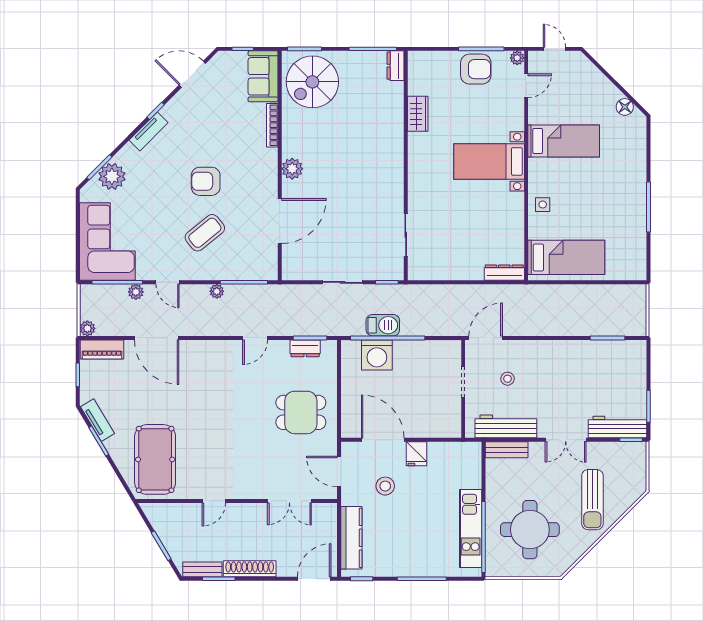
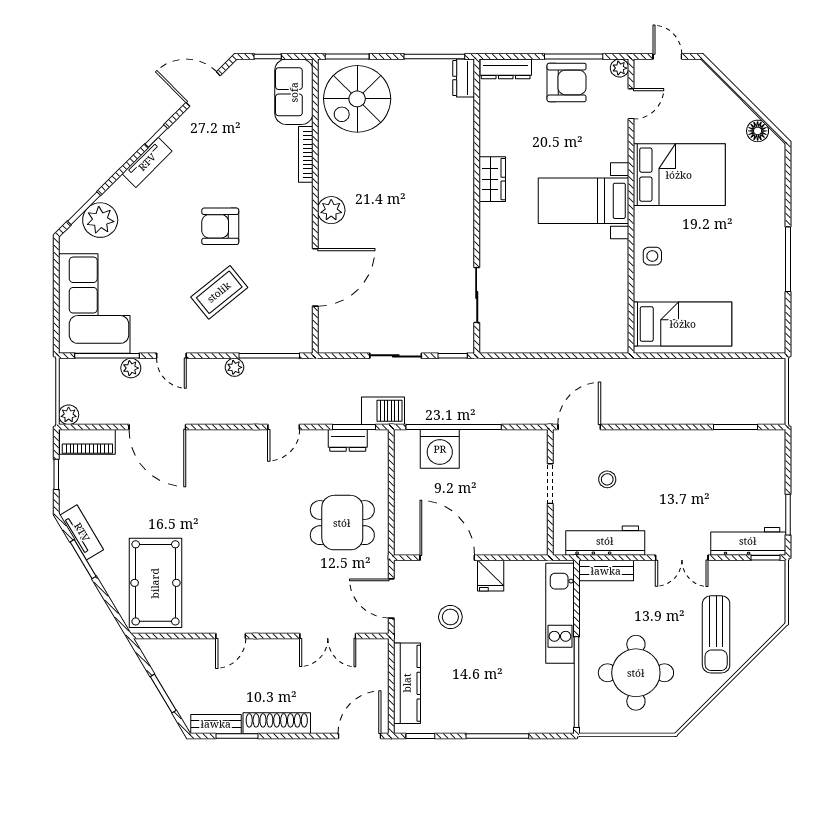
wardrobe: (418, 114) -> (492, 179), moved
bed: (564, 141) -> (679, 175), width x1.50
dresser: (504, 273) -> (506, 69), moved, turned 180
barbecue: (383, 325) -> (383, 411), moved
kitchen unit: (471, 529) -> (560, 613), moved

